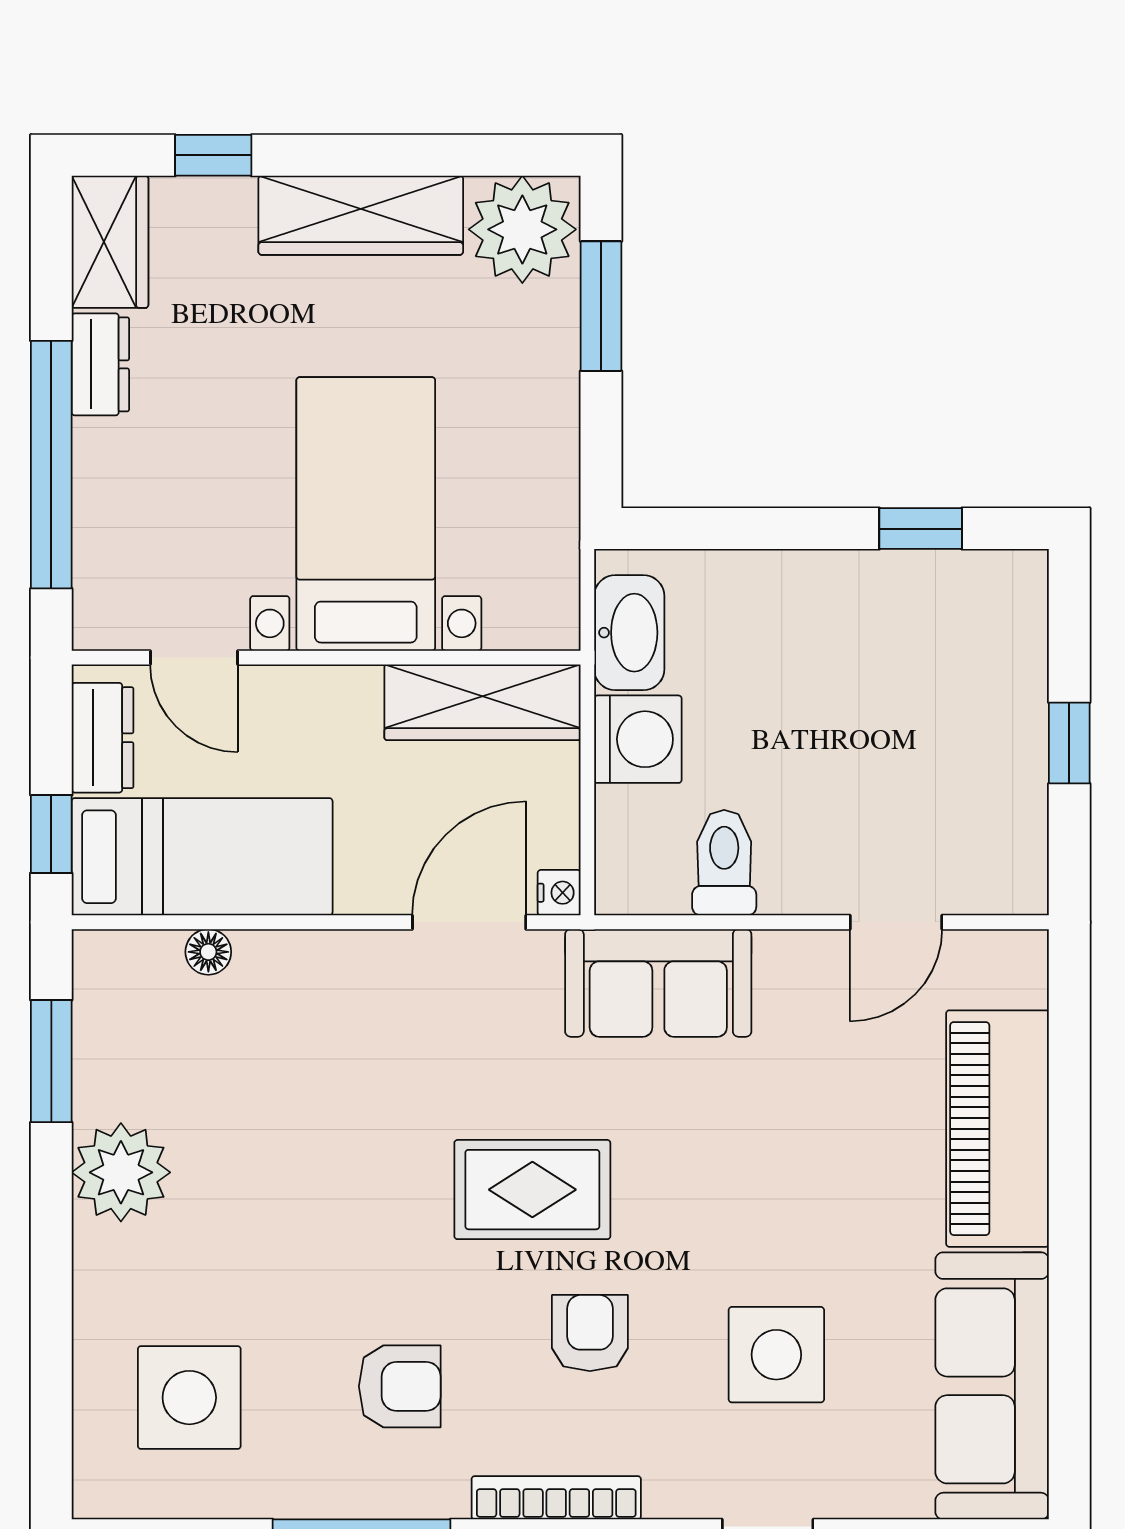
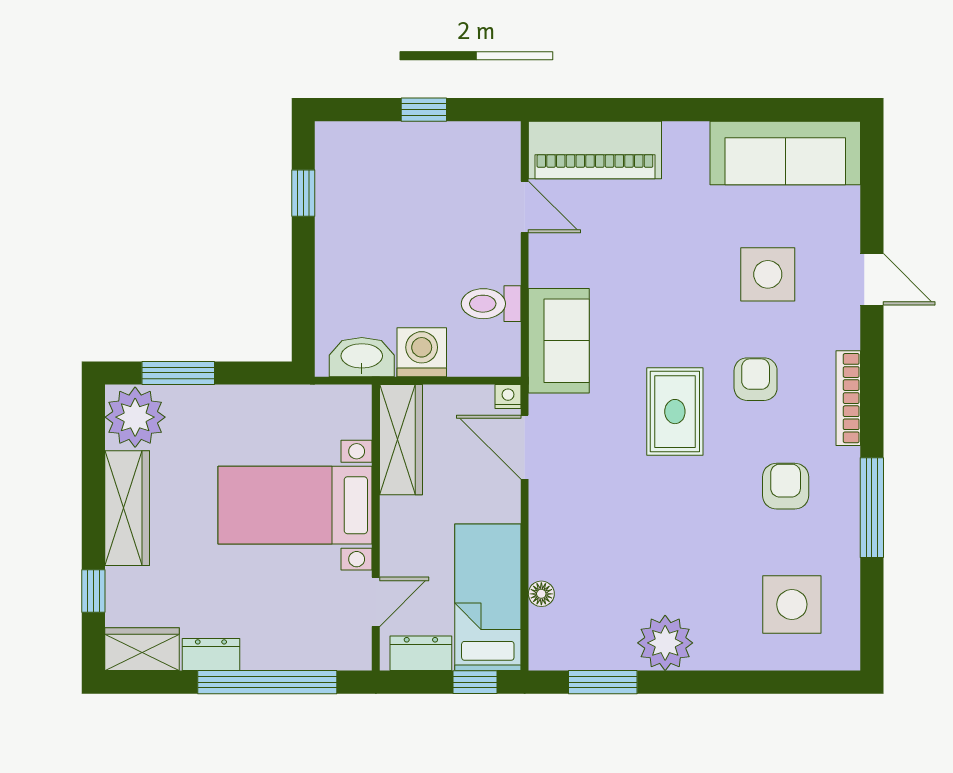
piano: (998, 1129) -> (595, 150), moved
armchair: (590, 1333) -> (756, 379), turned 90

